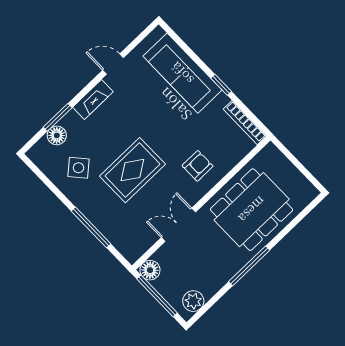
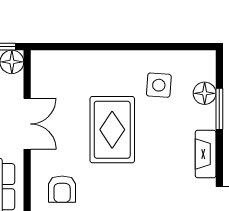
side table: (78, 168) -> (159, 85), turned 45
window: (91, 227) -> (97, 47), removed

